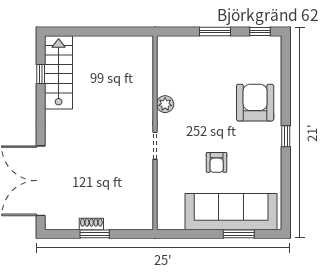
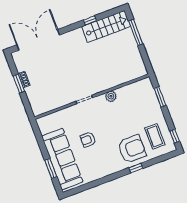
window: (84, 32) -> (136, 32), added
window: (215, 32) -> (160, 97), moved
coffee table: (249, 61) -> (155, 136), added
window: (41, 74) -> (90, 20), moved
window: (286, 136) -> (136, 168), moved

